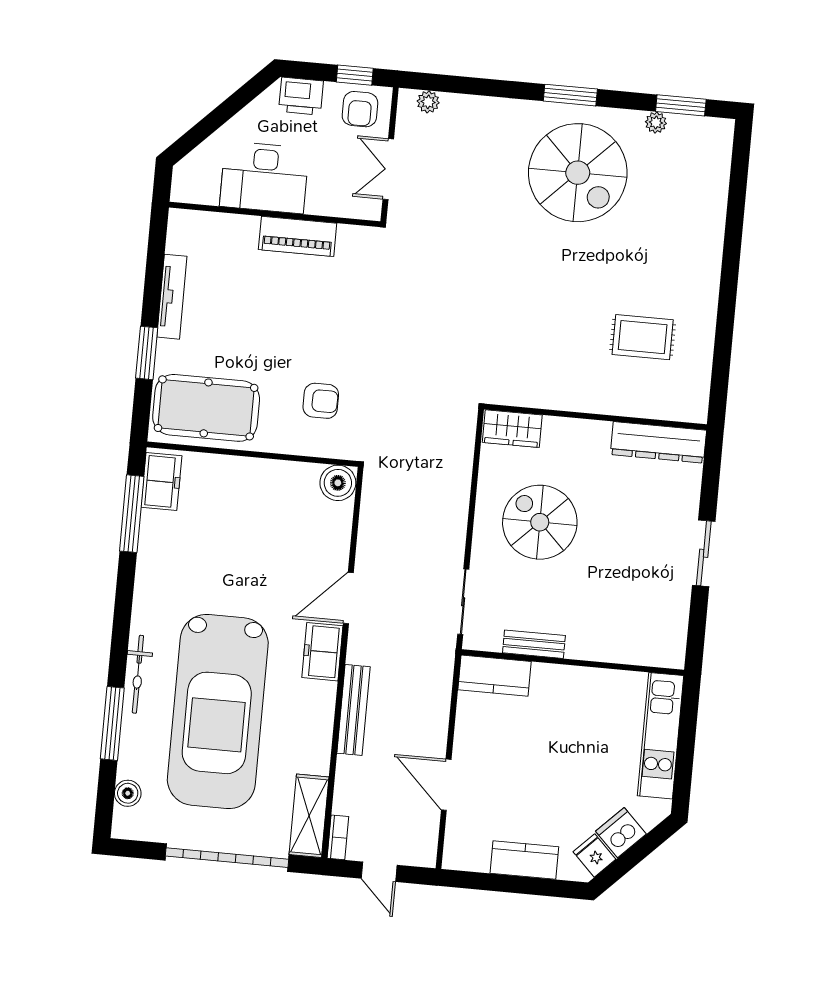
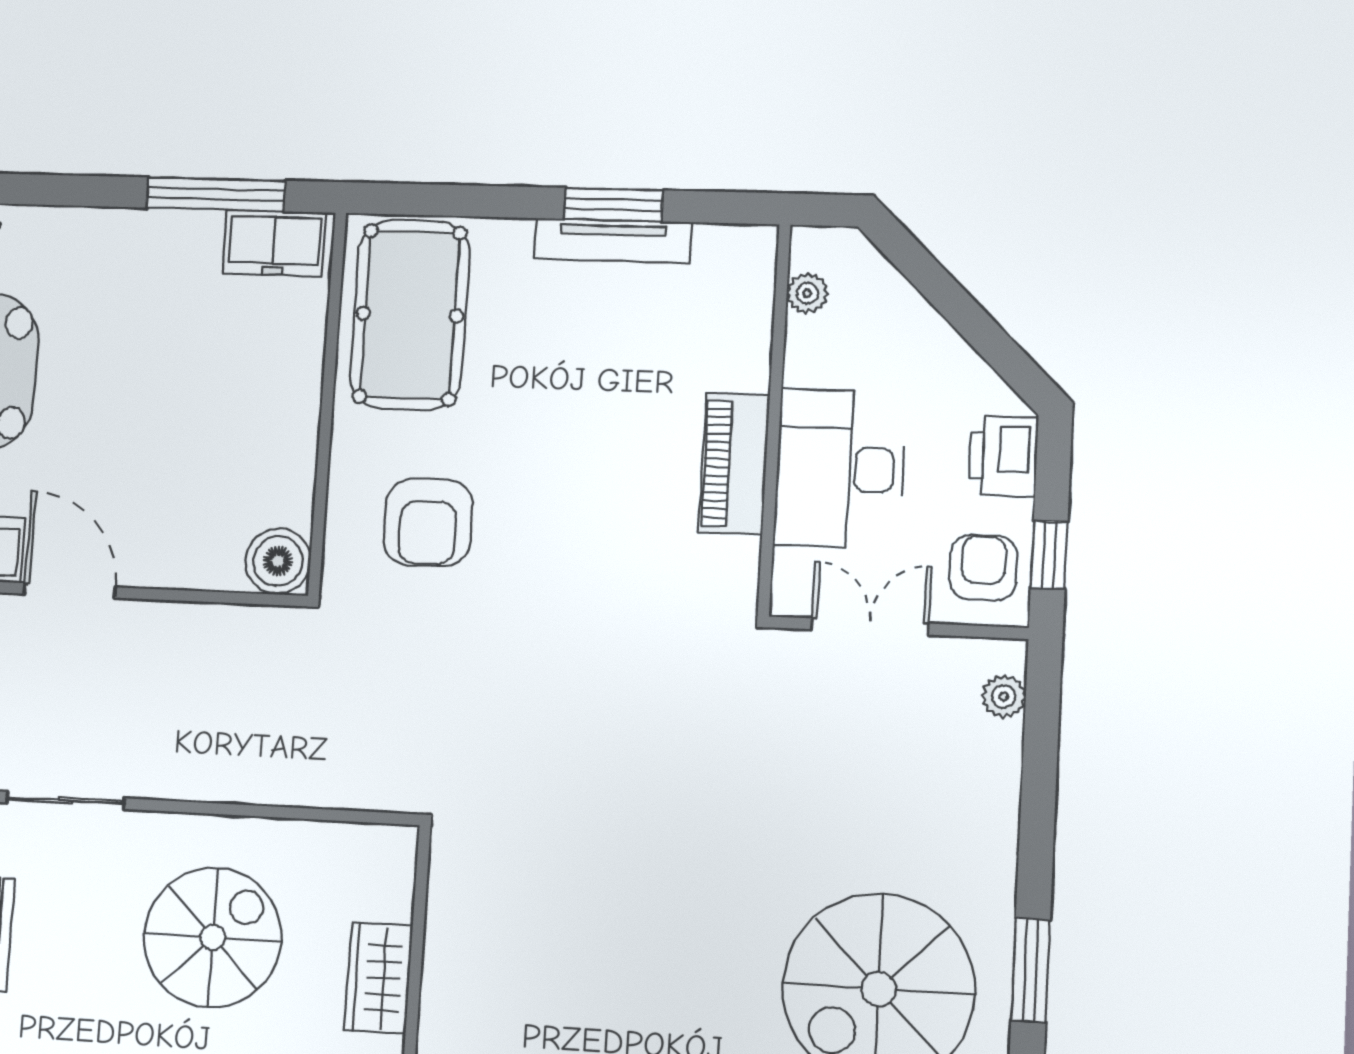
armchair: (360, 109) -> (983, 568), turned 90
desk: (264, 177) -> (840, 469), moved
plant: (207, 194) -> (807, 293), added
window: (147, 353) -> (614, 205), moved
armchair: (321, 401) -> (428, 522), width x1.38, depth x1.38
wardrobe: (512, 429) -> (378, 978), moved

